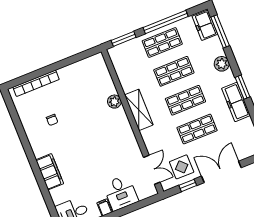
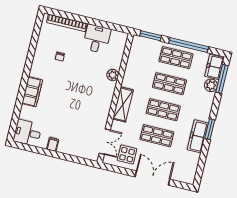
plant: (222, 64) -> (211, 85), moved
shelving: (139, 110) -> (123, 104), moved
window: (188, 185) -> (122, 171), removed
desk: (121, 193) -> (97, 39), moved, turned 180

